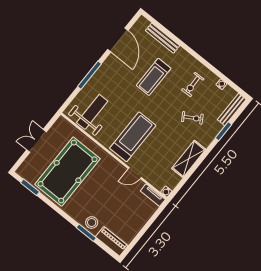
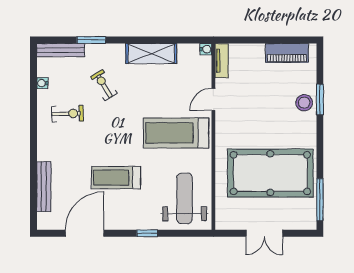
window: (89, 75) -> (147, 233), width x0.46
treadmill: (154, 77) -> (116, 178), moved, turned 180
weight bench: (92, 112) -> (184, 198), turned 90
door: (135, 173) -> (213, 99), swing flipped
window: (30, 187) -> (320, 200), width x1.44
piano: (112, 241) -> (287, 53), moved, turned -90

